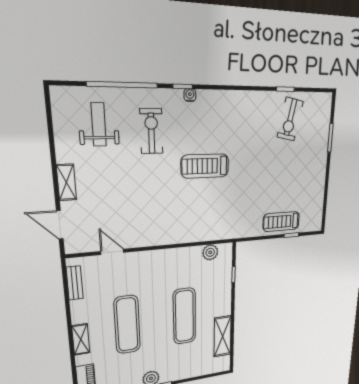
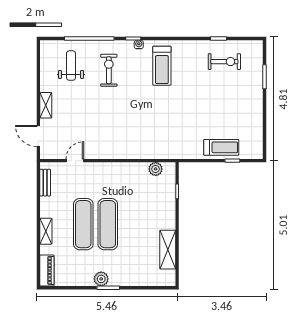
exercise bike: (290, 119) -> (224, 62), turned -102
treadmill: (205, 166) -> (162, 66), moved, turned -90
treadmill: (281, 222) -> (221, 147), turned 180
door: (112, 252) -> (75, 161), hinge flipped
exercise mat: (184, 316) -> (108, 224), moved

